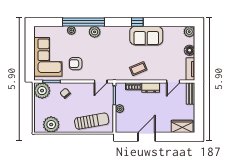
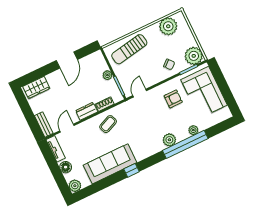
sofa: (146, 36) -> (110, 164), width x1.36

